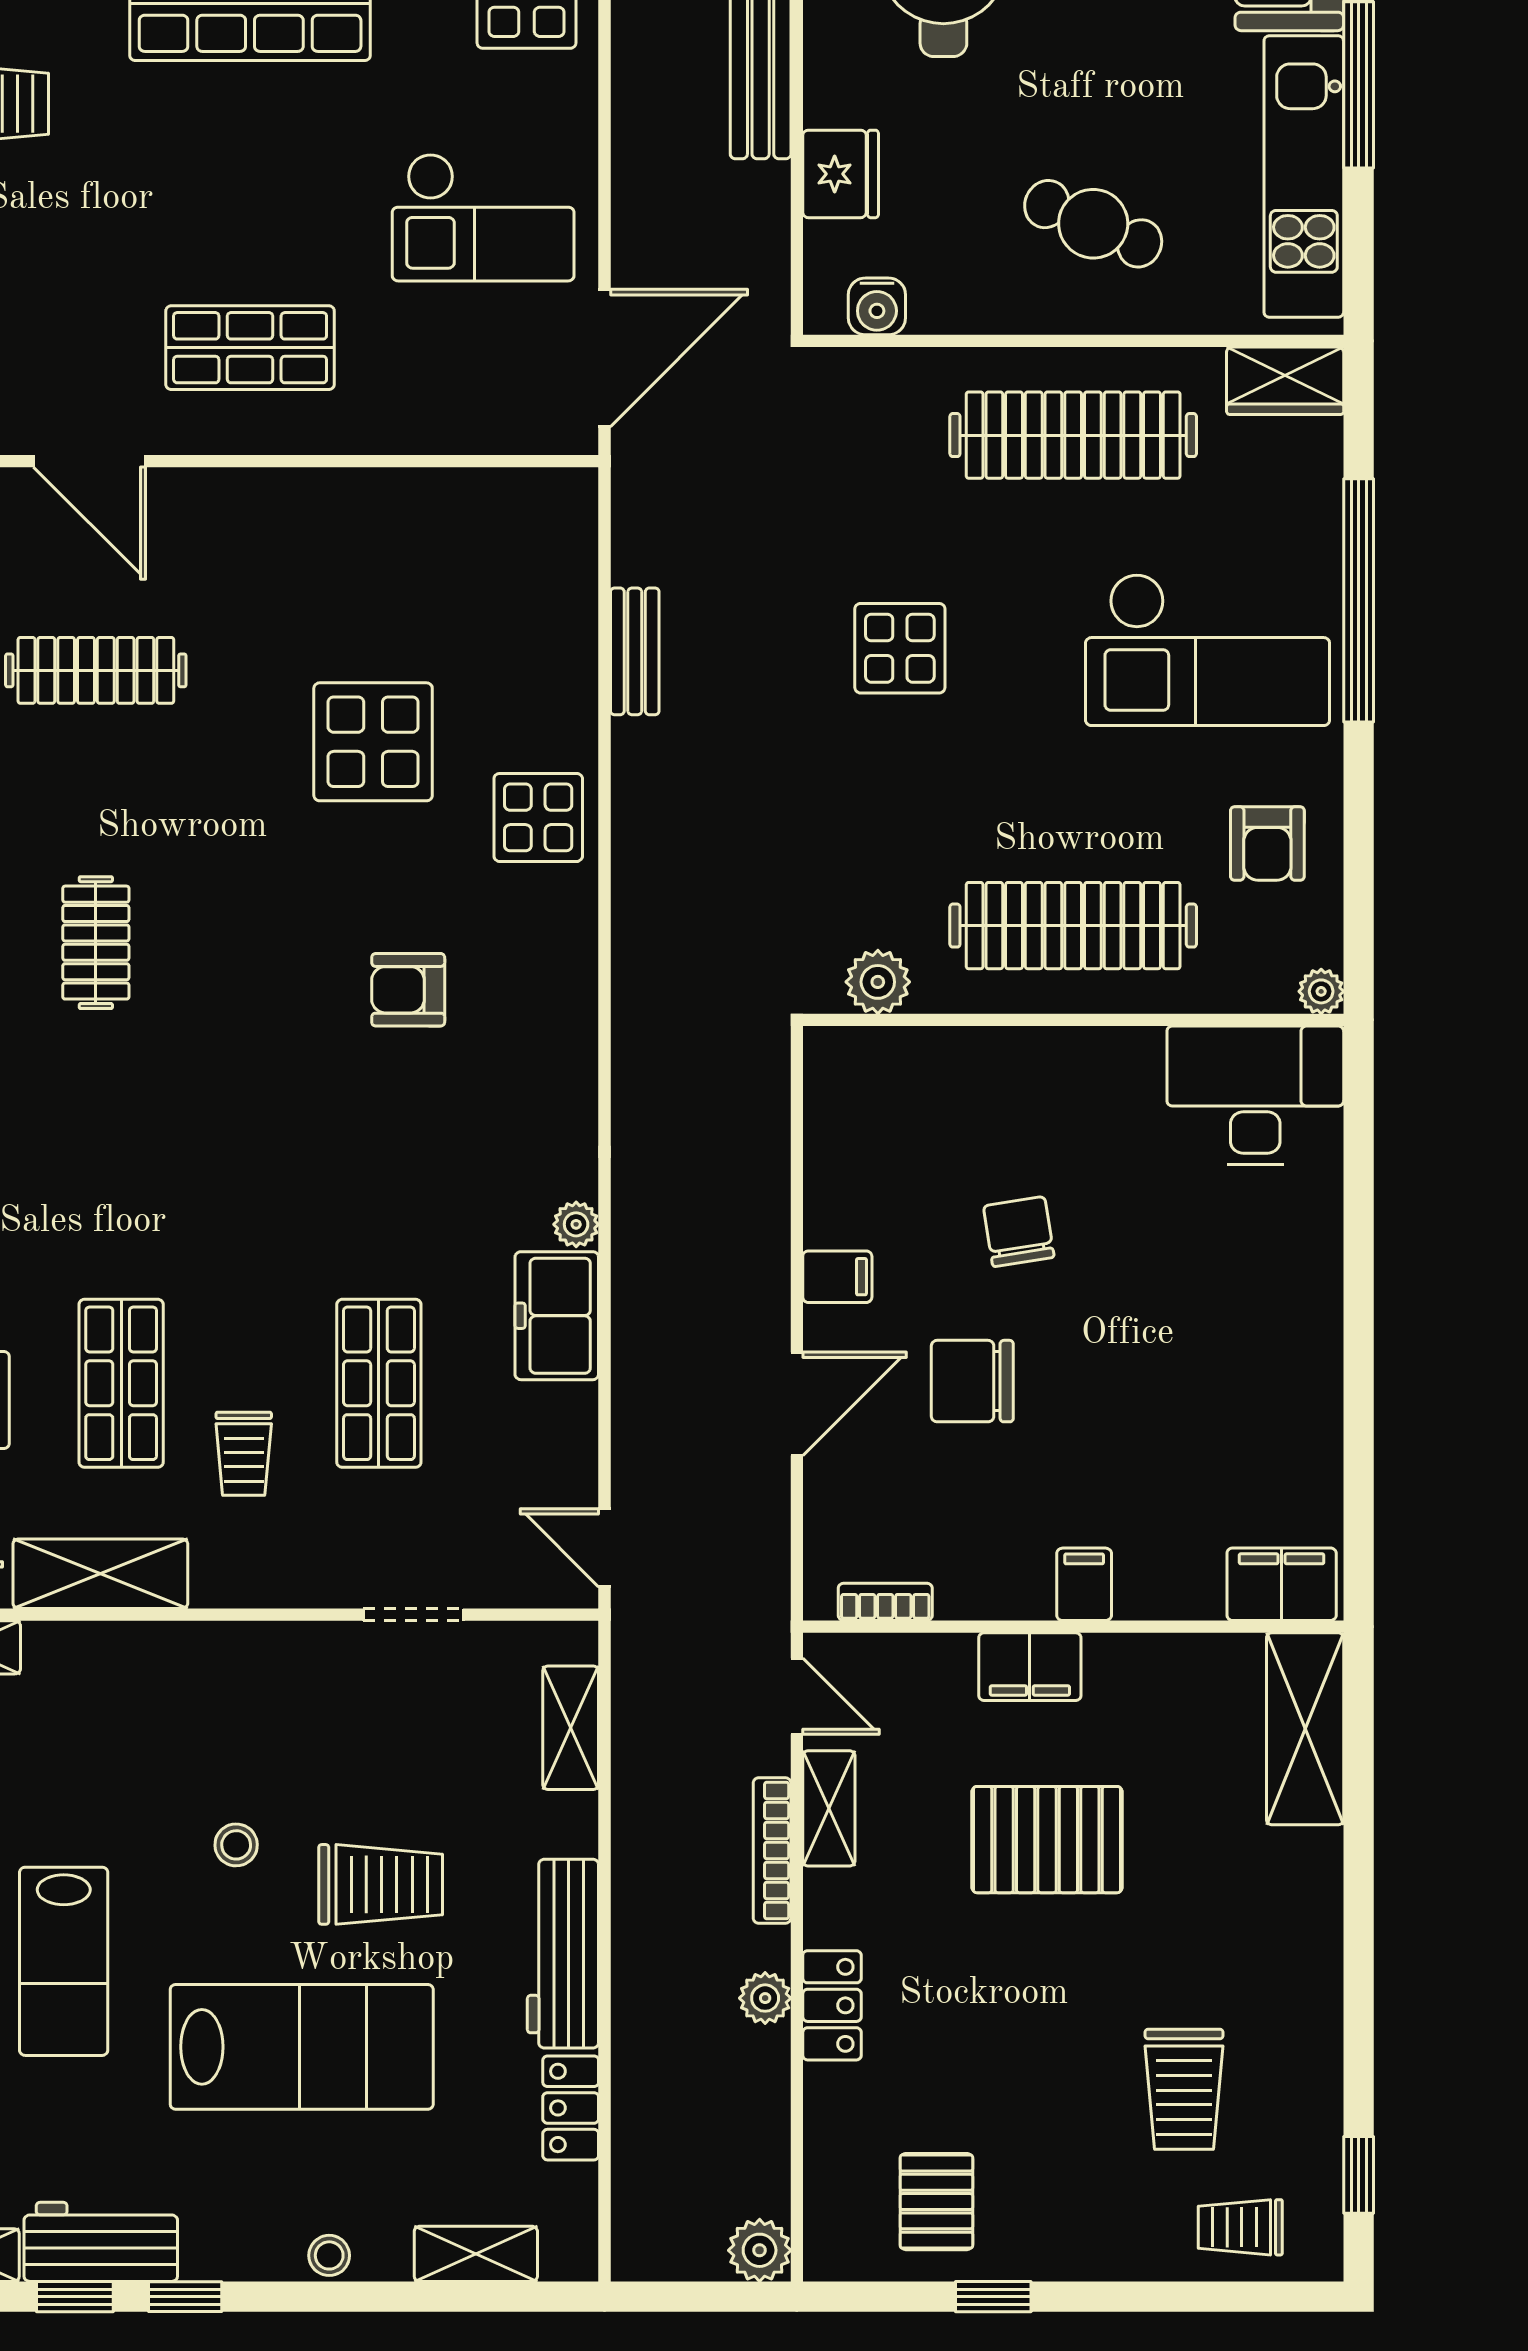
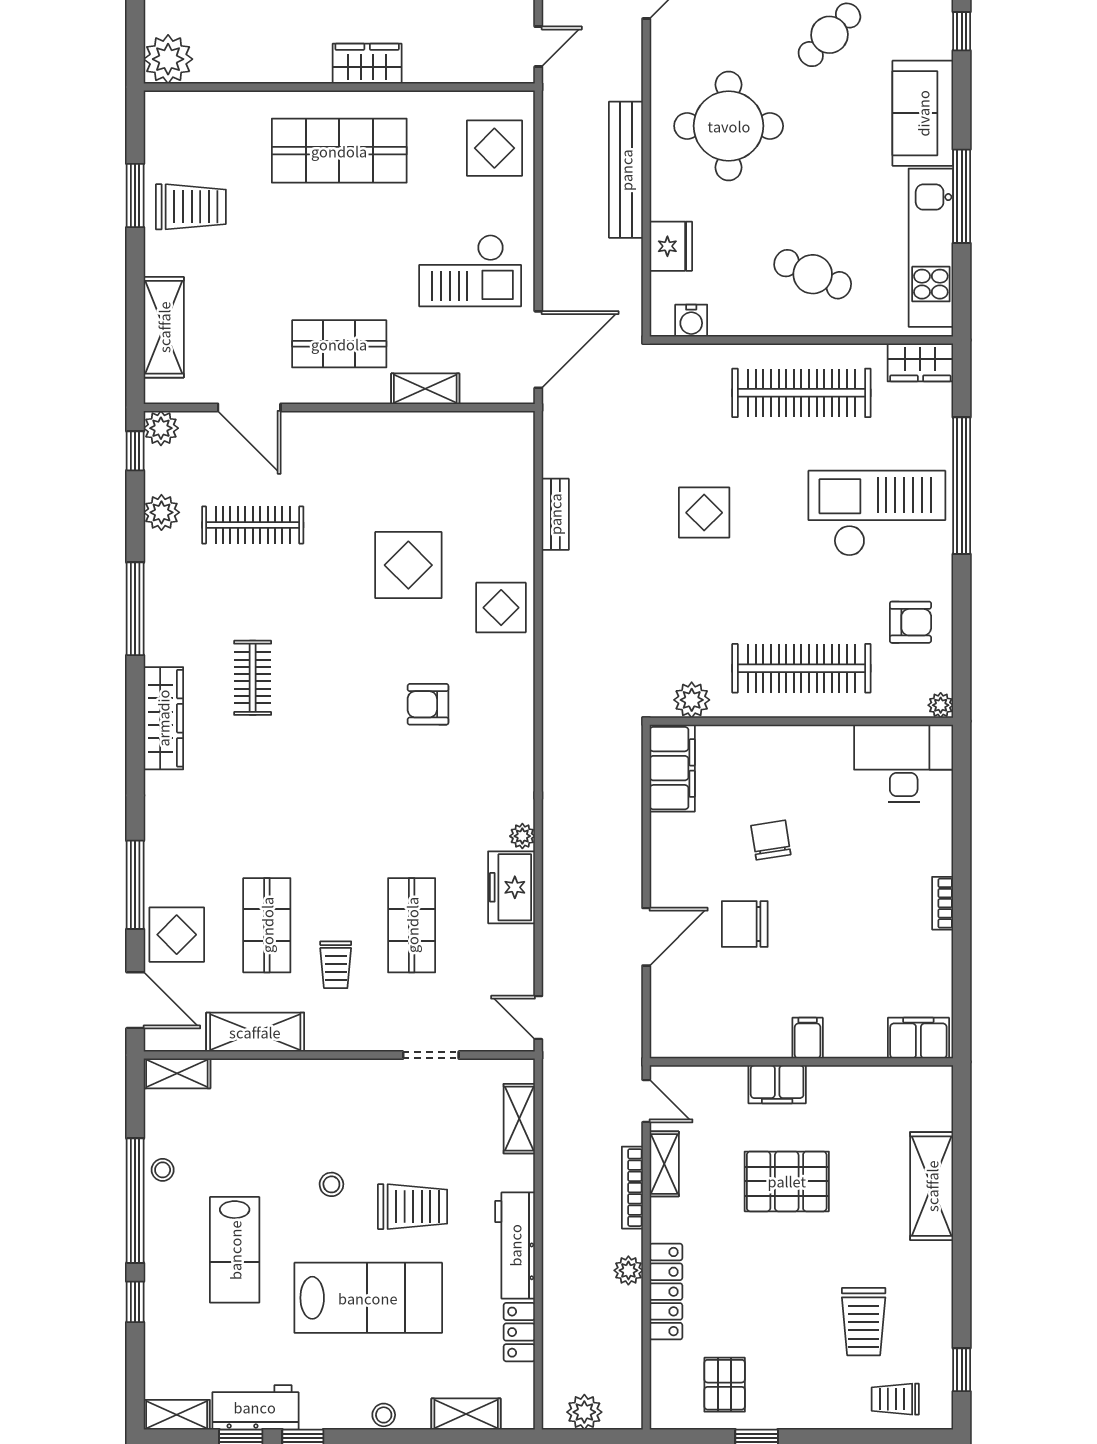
shelving: (403, 428) -> (425, 389), added
checkout: (1208, 650) -> (877, 513), turned 180
armchair: (1267, 843) -> (910, 622), turned -90
filing cabinet: (837, 1277) -> (672, 768), moved, width x3.00, depth x1.17
bookcase: (885, 1602) -> (943, 903), moved, turned -90
shelving: (1305, 1729) -> (932, 1186), moved
locker: (832, 2005) -> (666, 1292), width x1.53
plant: (760, 2250) -> (584, 1412), moved

